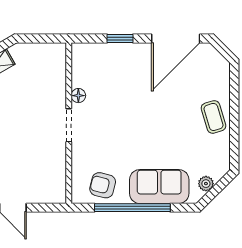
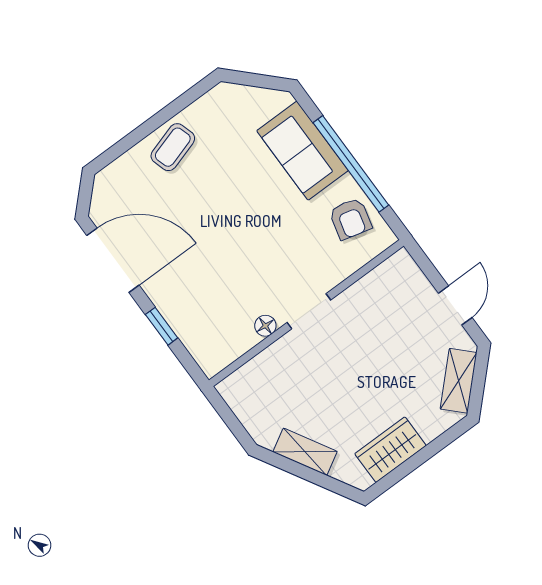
plant: (206, 184) -> (258, 98), removed

